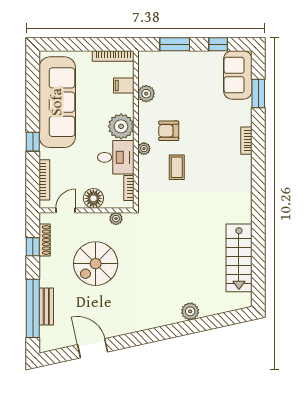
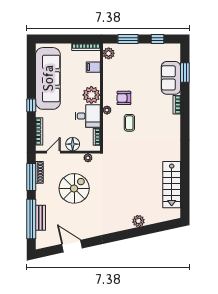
sofa: (238, 75) -> (171, 78), moved
plant: (146, 94) -> (109, 53), moved
window: (33, 247) -> (31, 177), width x2.17
spiral stairs: (96, 264) -> (74, 188), turned 180

